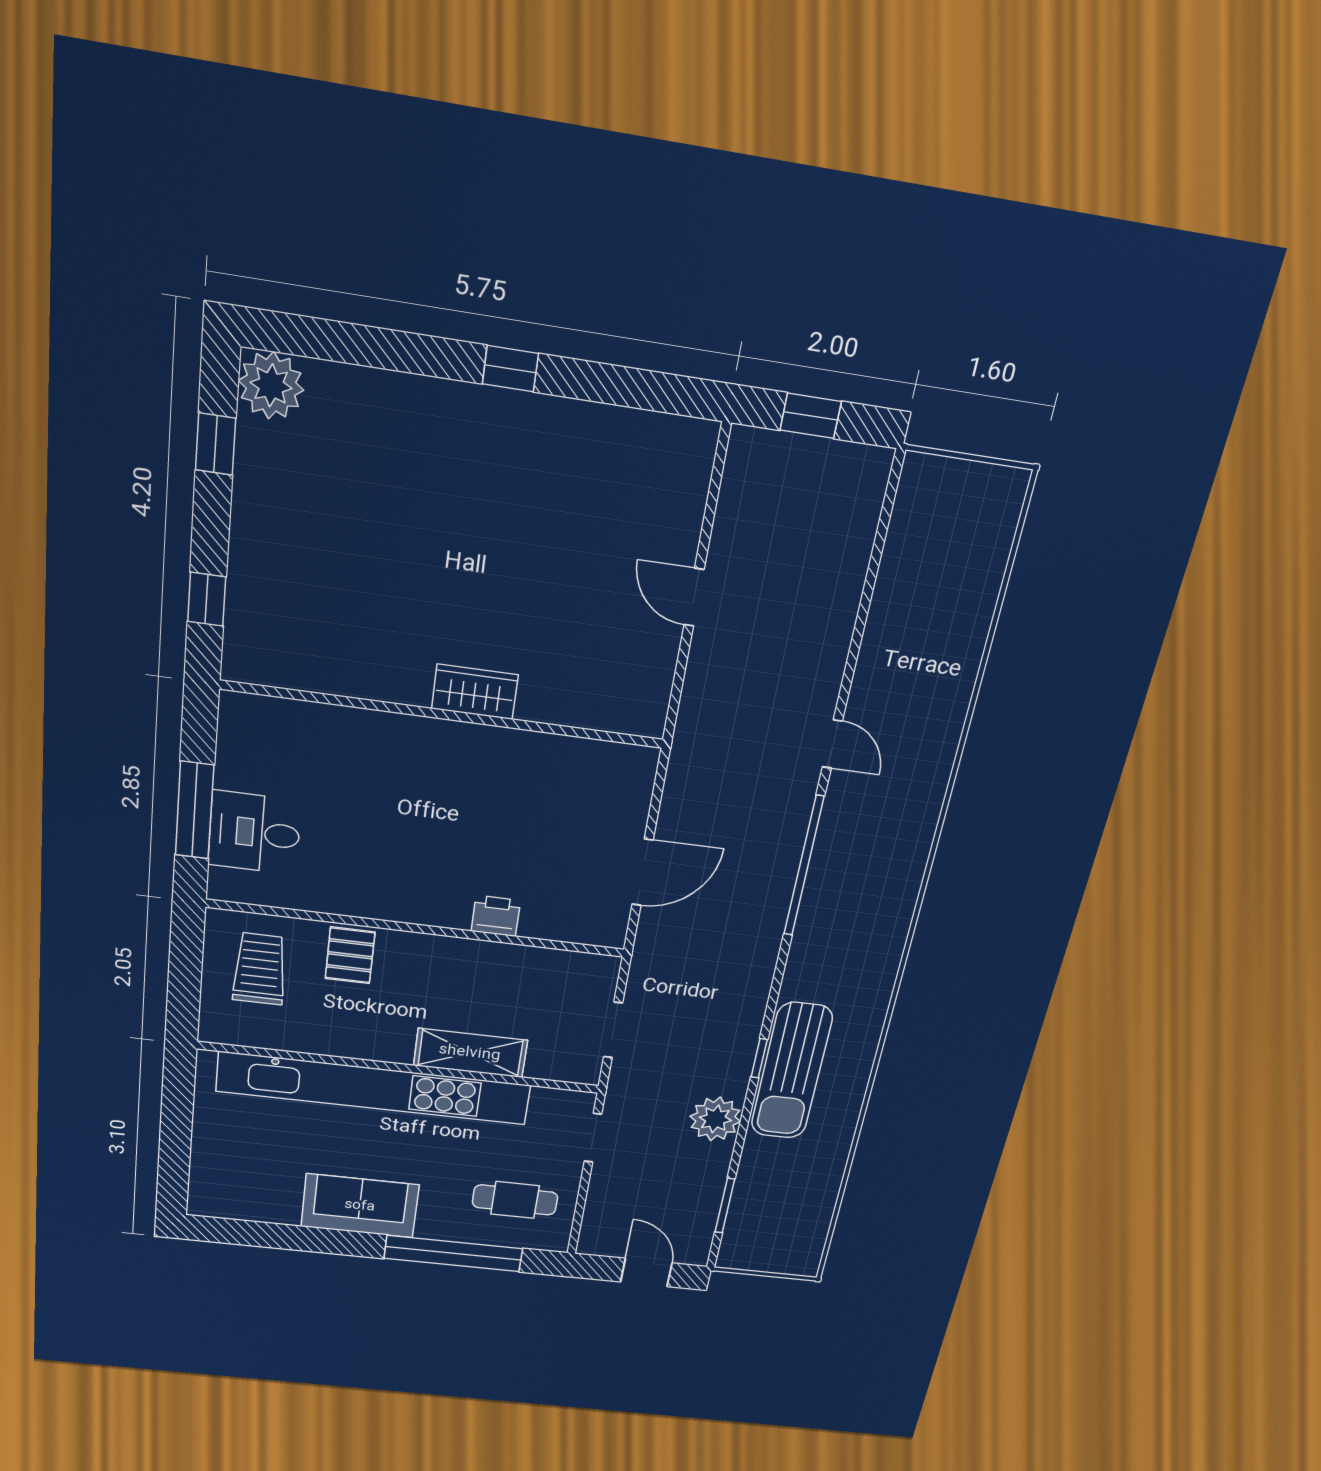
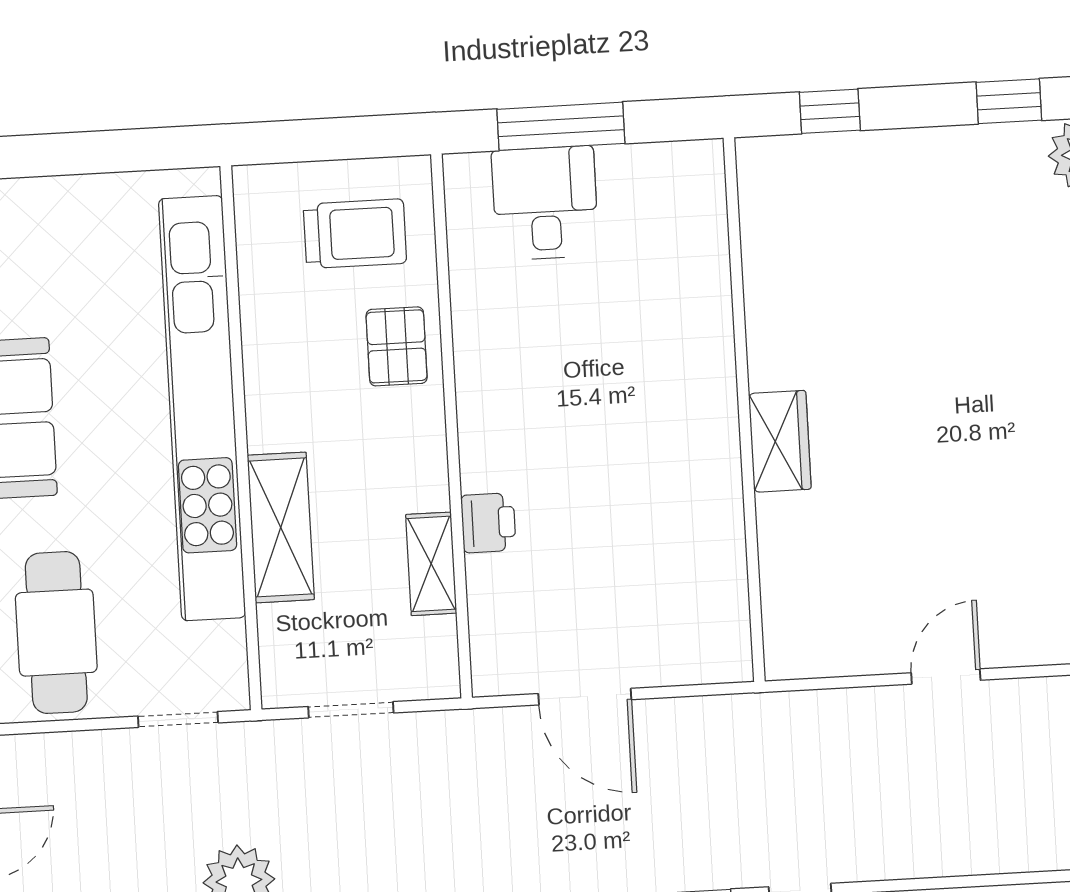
pallet: (350, 955) -> (397, 346), turned 90
shelving: (518, 960) -> (431, 564), added
cafe table: (515, 1200) -> (56, 633), width x1.37, depth x1.35

